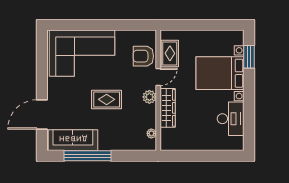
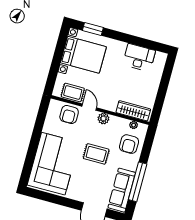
bed with nightstands: (220, 73) -> (83, 55), moved, turned -90
rug: (107, 99) -> (96, 154), turned 90
wardrobe: (168, 108) -> (133, 111), moved
armchair: (128, 134) -> (129, 144), added

